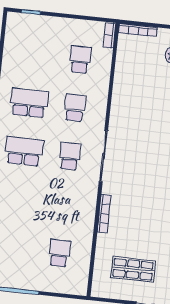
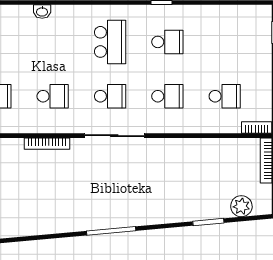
school desk: (29, 103) -> (167, 42), width x0.54
school desk: (65, 205) -> (53, 96), added

